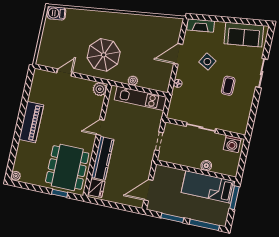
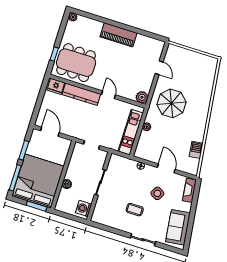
barbecue: (56, 13) -> (196, 150), moved
bed: (208, 187) -> (38, 181), width x2.04

